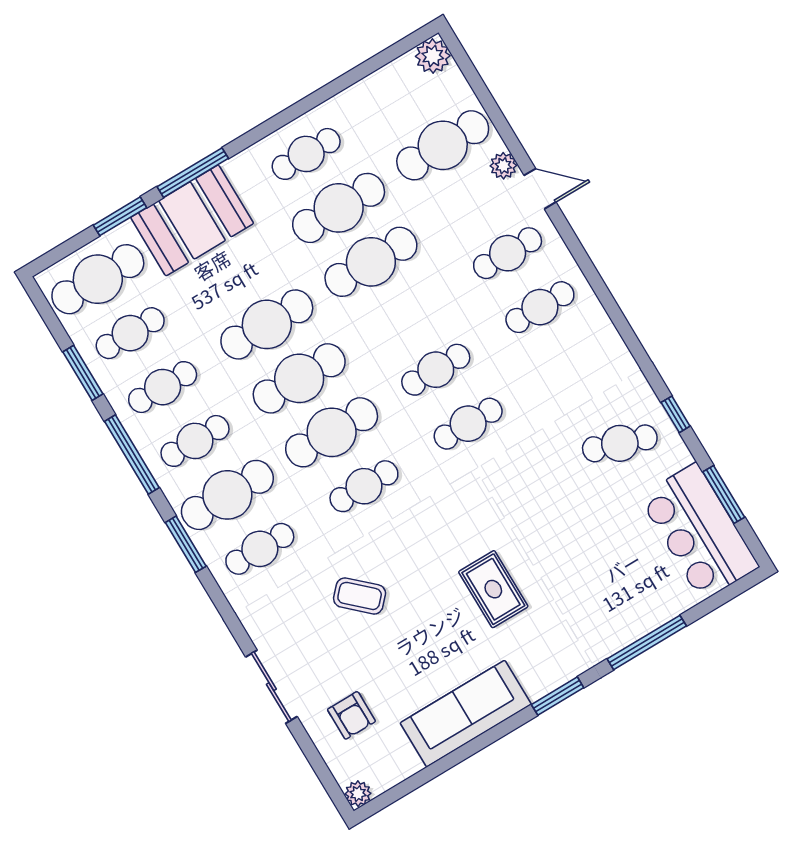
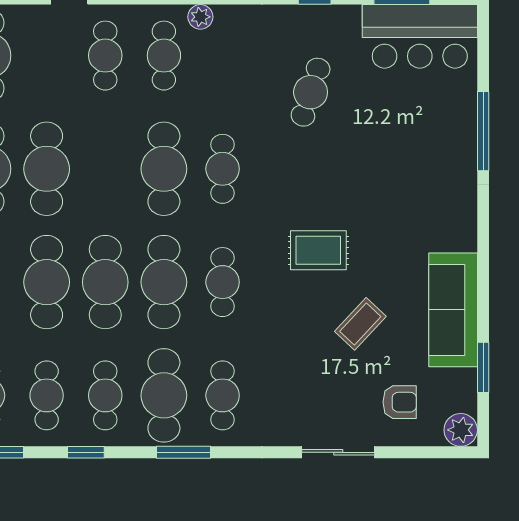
plant: (503, 166) -> (200, 17), moved
cafe table: (436, 370) -> (164, 169), width x1.37, depth x1.35
cafe table: (620, 443) -> (311, 92), moved
window: (132, 455) -> (86, 452), width x0.46
rug: (493, 589) -> (318, 250), moved
coffee table: (360, 596) -> (360, 324), moved
window: (558, 696) -> (483, 367), moved
plant: (358, 794) -> (461, 430), width x1.38, depth x1.38

